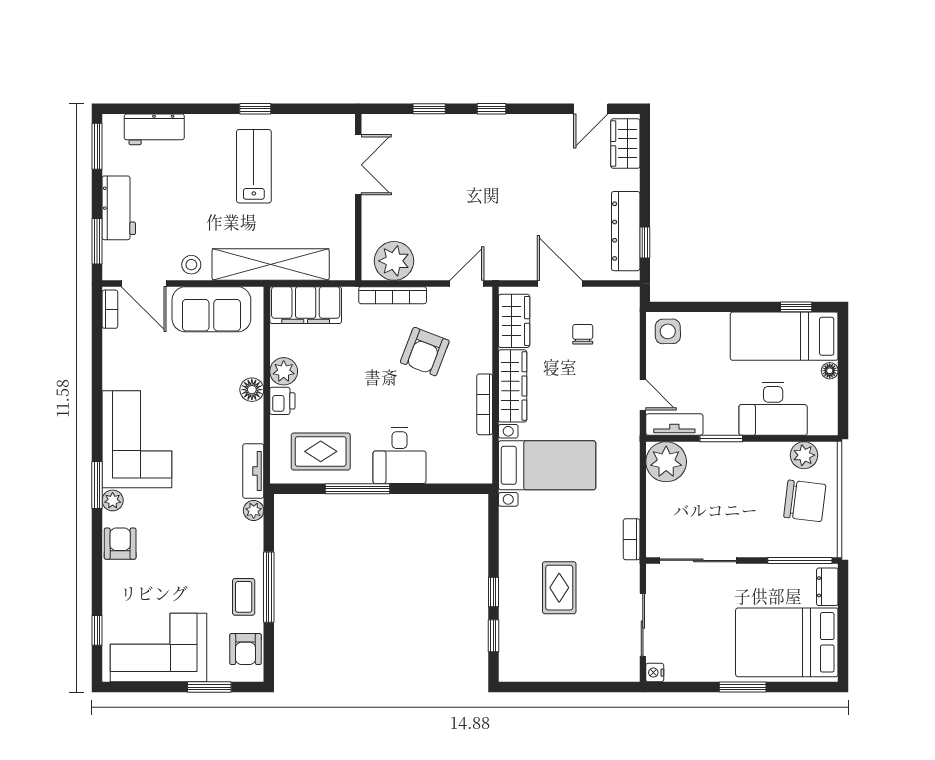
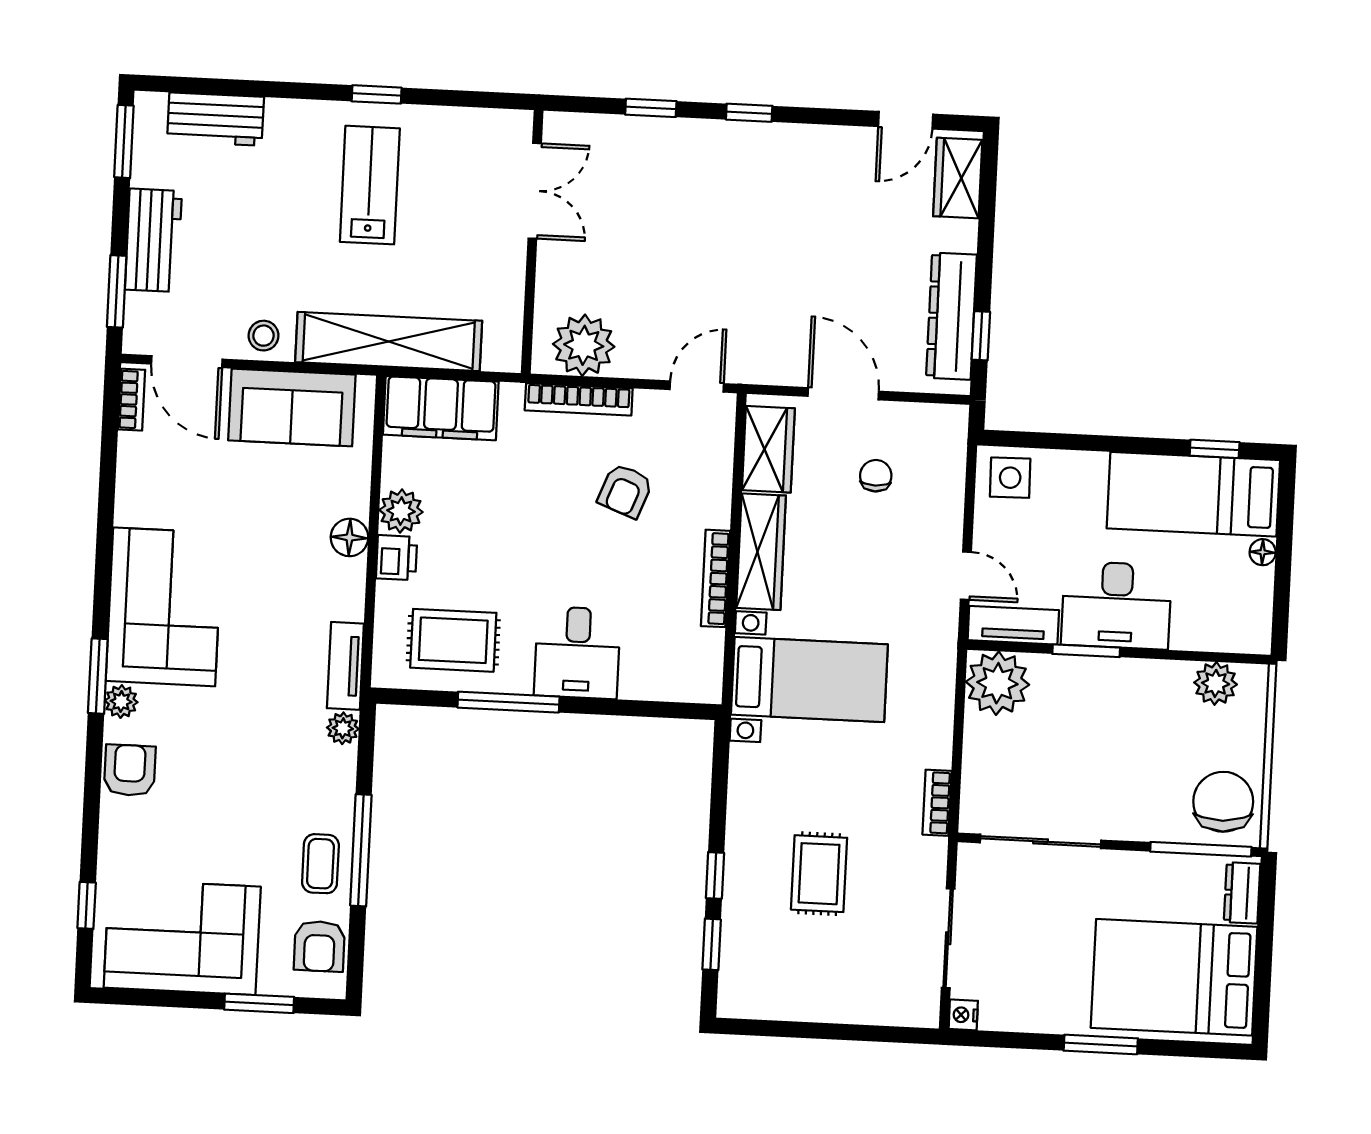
armchair: (425, 352) -> (625, 491), width x0.72, depth x0.72
desk: (773, 409) -> (1116, 605), moved
chair: (805, 501) -> (1223, 802), moved, turned -99

